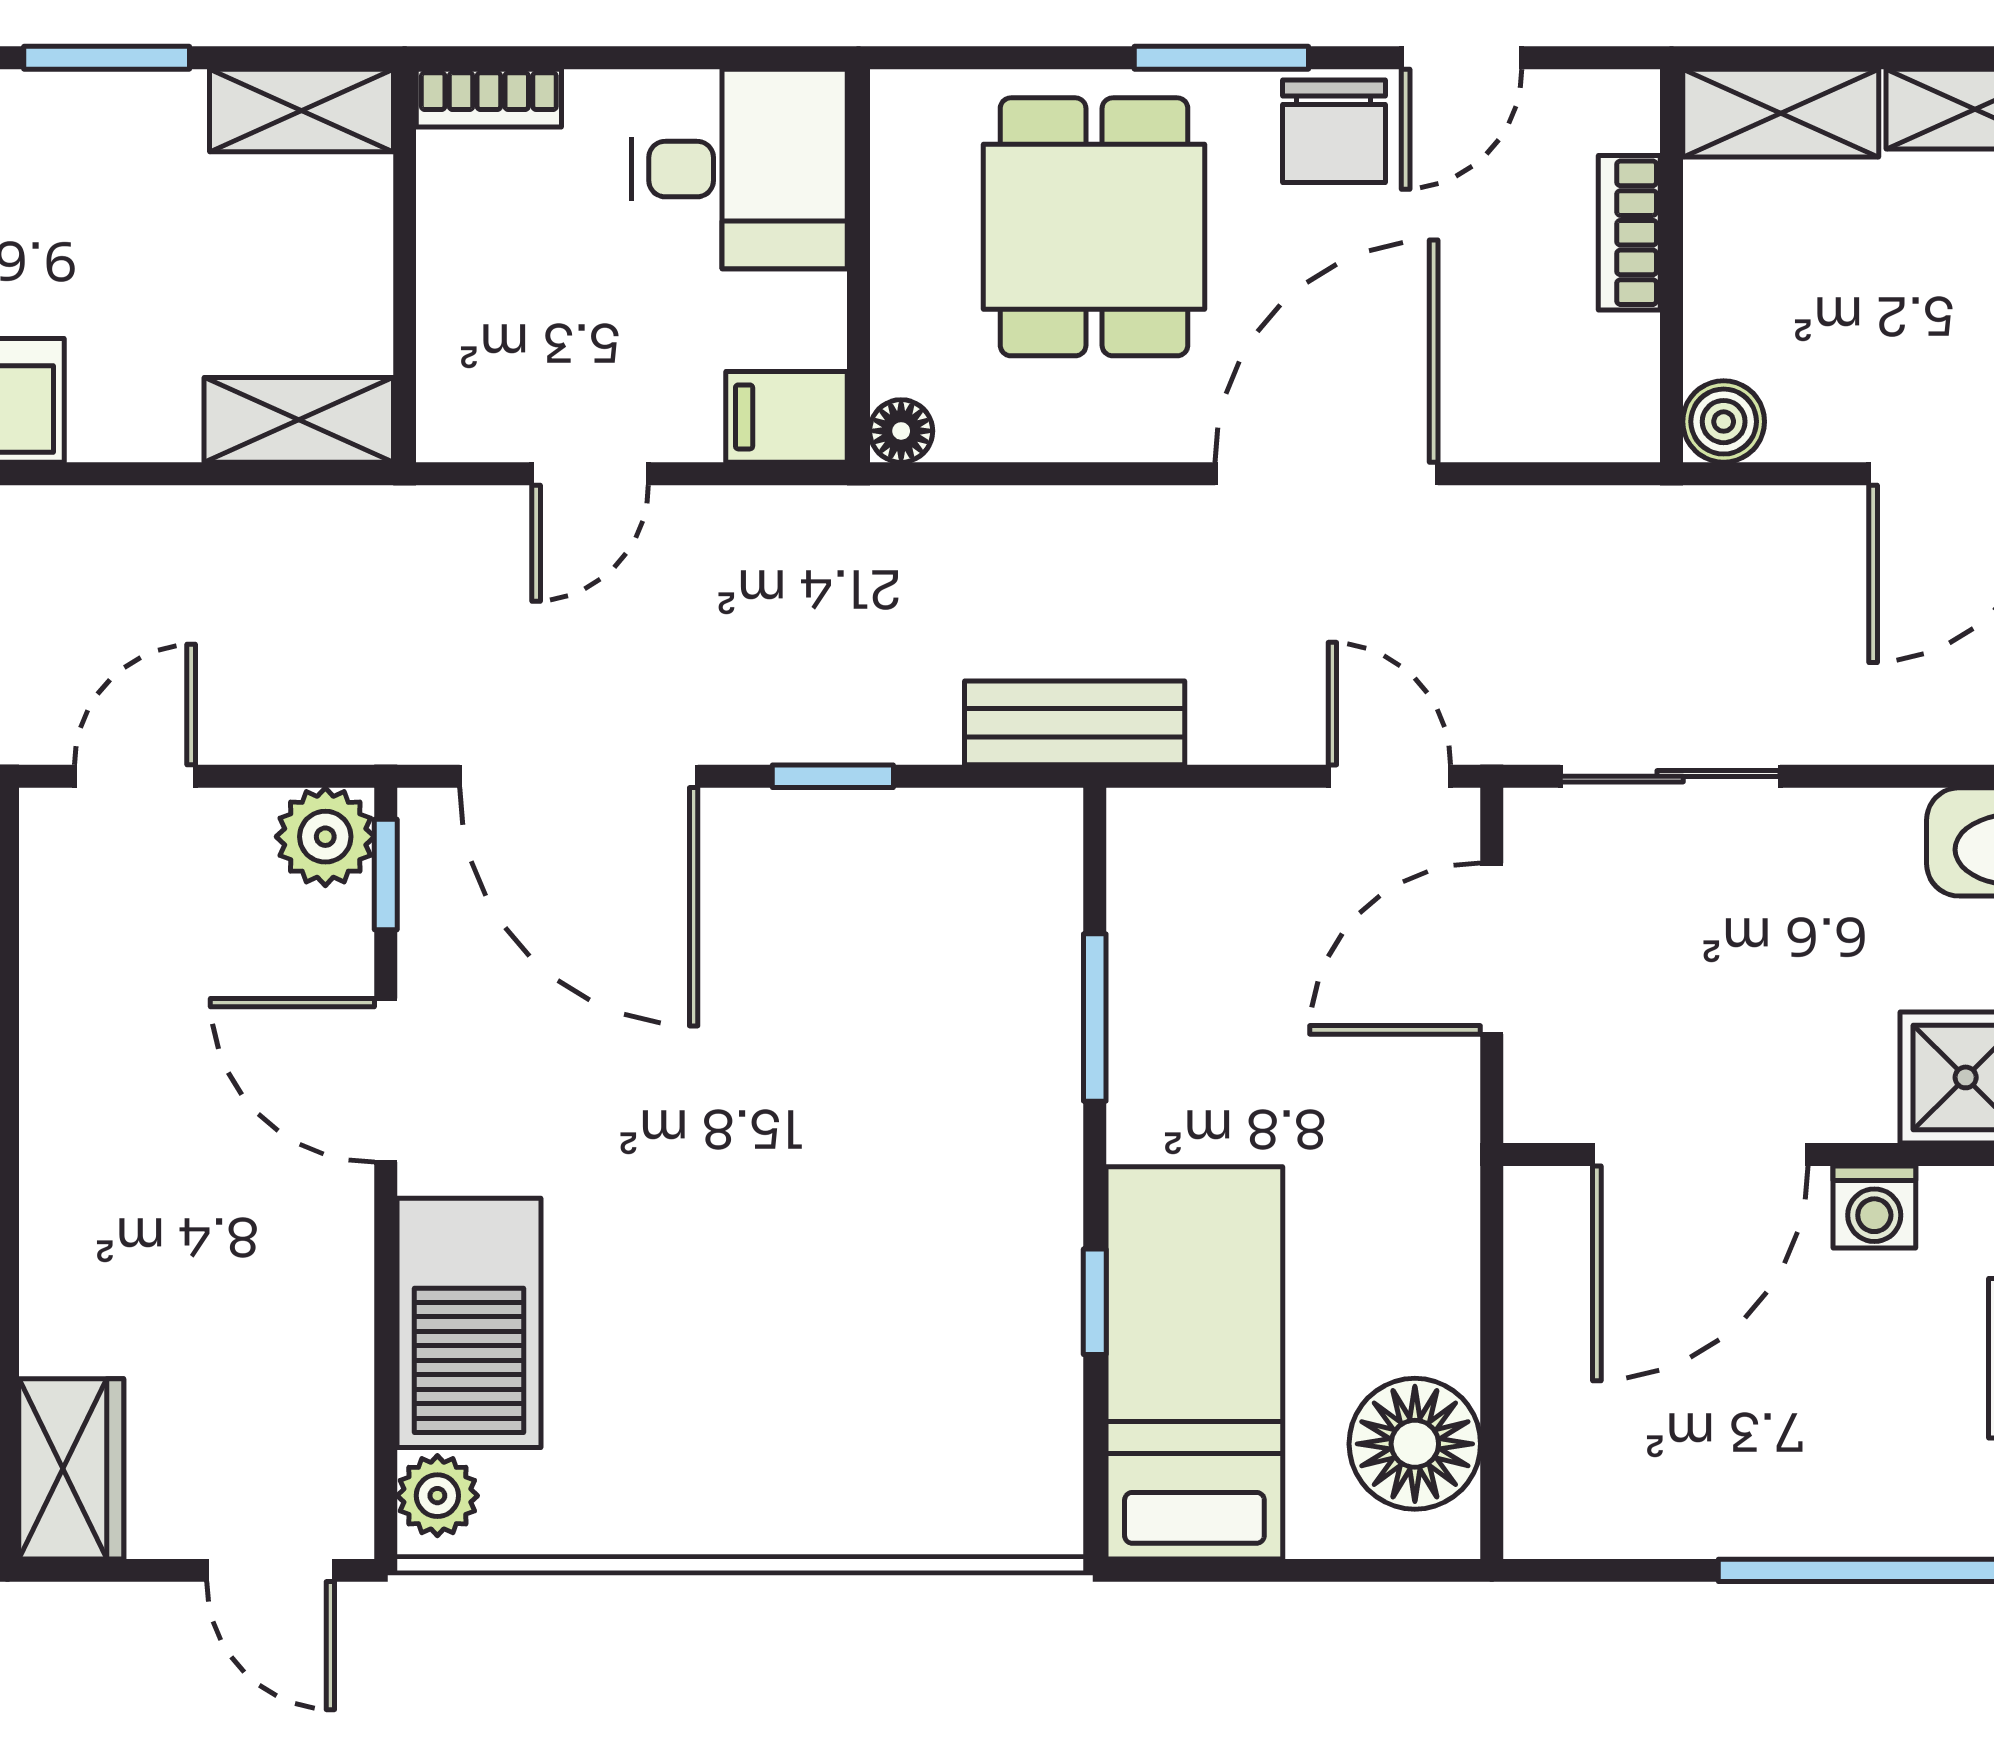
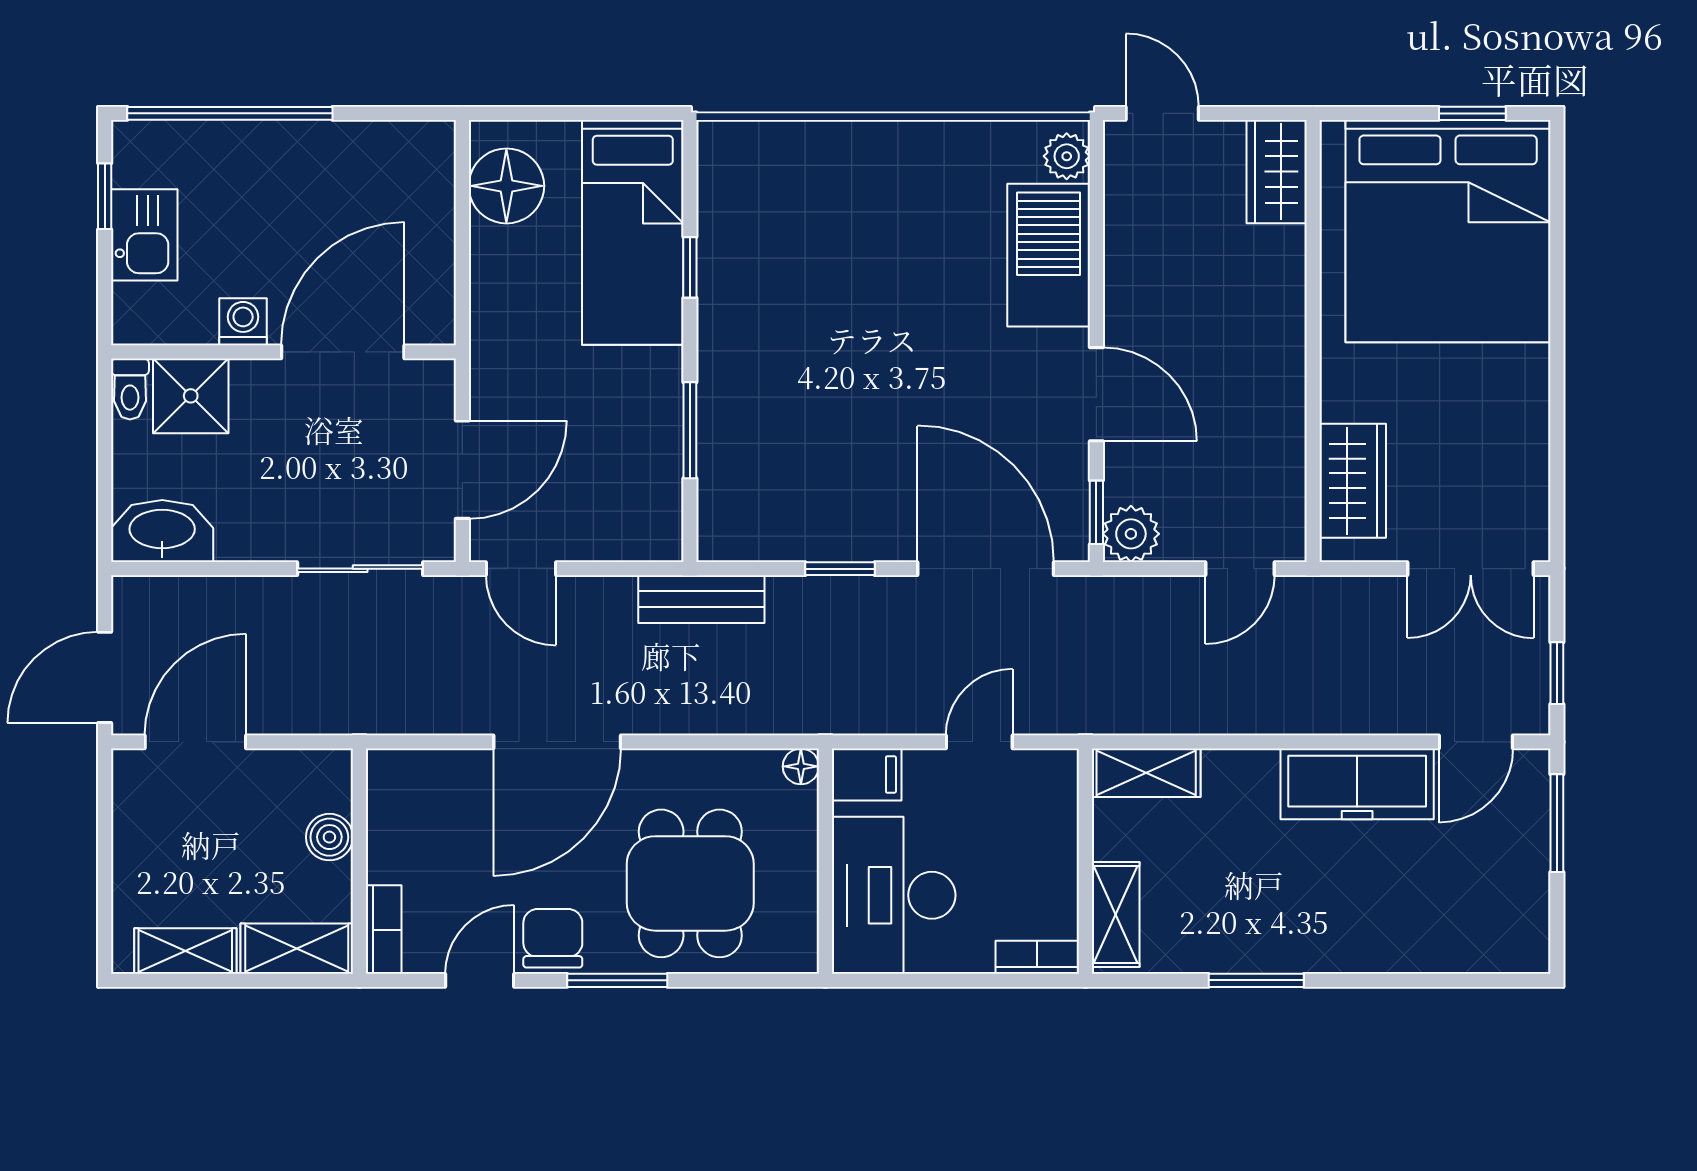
shelving: (301, 110) -> (1116, 914), moved, turned 90
desk: (739, 169) -> (894, 895), width x1.37
bookcase: (1629, 233) -> (384, 930), moved
boiler: (1724, 422) -> (329, 837), moved

